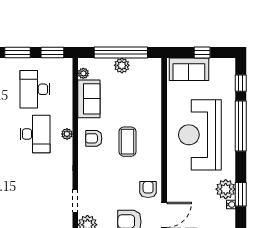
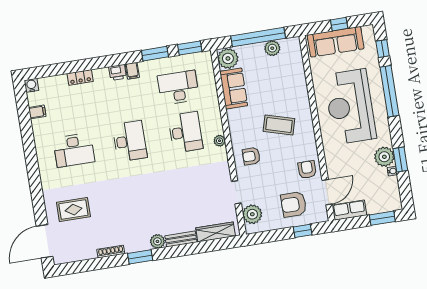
plant: (122, 65) -> (272, 48), moved
sofa: (189, 69) -> (336, 42), width x1.36
plant: (83, 73) -> (228, 58), width x1.88, depth x1.88
desk: (35, 89) -> (178, 88), turned 90
plant: (67, 134) -> (220, 141), moved
armchair: (94, 138) -> (251, 156), moved
coffee table: (128, 142) -> (279, 125), turned -74

